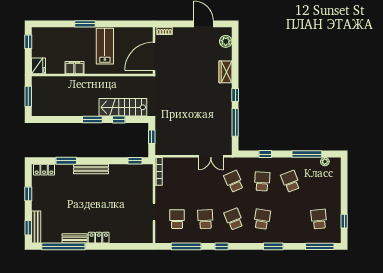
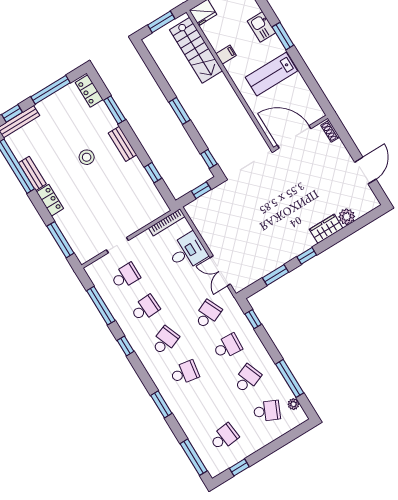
kitchen sink: (71, 34) -> (261, 27), added
plant: (226, 41) -> (347, 217), moved
lab bench: (105, 46) -> (271, 74), turned 180
filing cabinet: (74, 68) -> (226, 55), width x0.50
stairs: (123, 107) -> (196, 50), moved, turned 180
window: (119, 120) -> (209, 159), moved
window: (235, 122) -> (276, 275), width x0.69
window: (265, 154) -> (253, 319), moved
window: (135, 161) -> (153, 173), moved
bench: (91, 169) -> (123, 144), width x0.73
desk: (186, 170) -> (187, 252), added
school desk: (319, 181) -> (267, 411), added
window: (28, 194) -> (51, 90), width x2.17
stool: (86, 197) -> (87, 157), added
window: (128, 246) -> (60, 240), added

